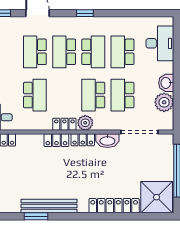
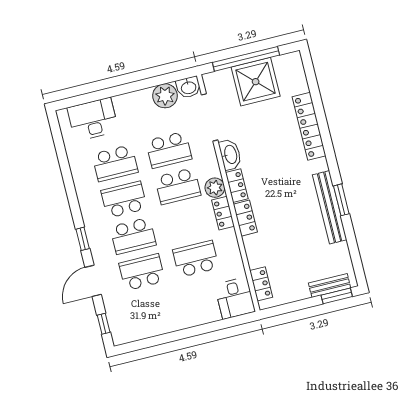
window: (85, 13) -> (83, 239), moved
school desk: (35, 52) -> (142, 272), turned 180
washbasin: (166, 83) -> (188, 87), moved
shower: (157, 197) -> (256, 82), moved
window: (36, 216) -> (341, 200), moved

